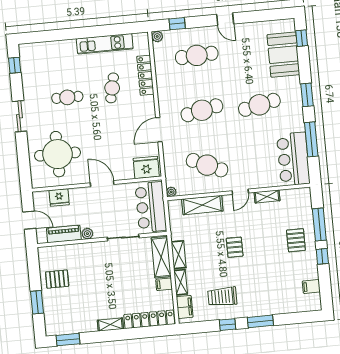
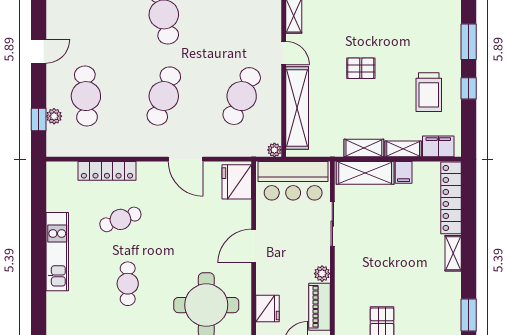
plant: (157, 36) -> (54, 116), moved
kitchen unit: (105, 44) -> (57, 252), moved
cafe table: (112, 88) -> (120, 219), turned -33
cafe table: (202, 110) -> (164, 96), turned 30
shelving: (202, 205) -> (297, 108), width x1.47

